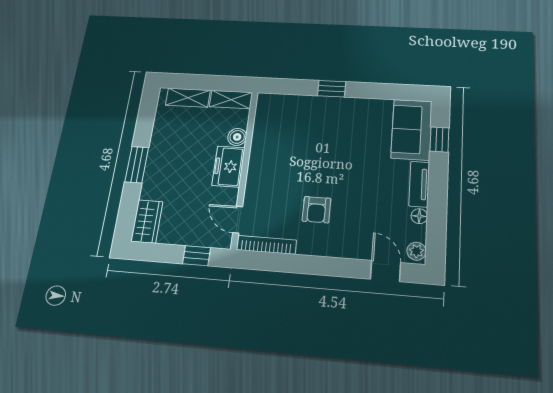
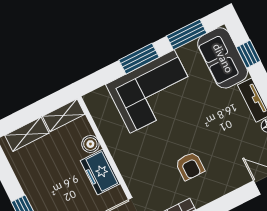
window: (332, 89) -> (139, 59), width x1.50
window: (390, 92) -> (187, 34), added
corner sofa: (325, 123) -> (152, 92), added

